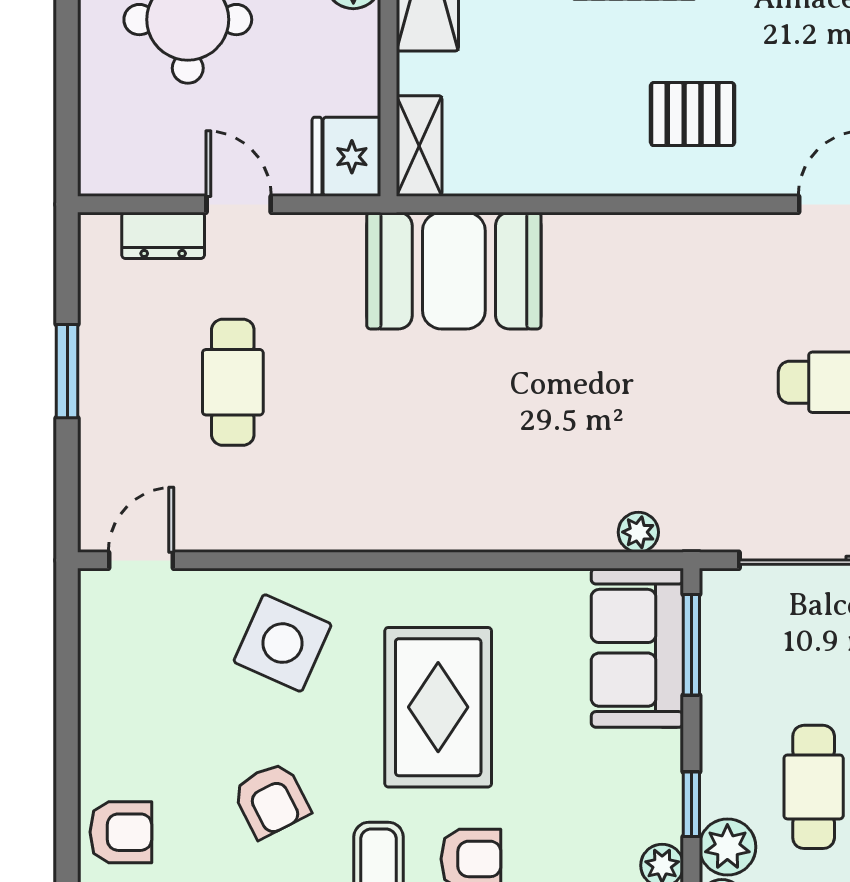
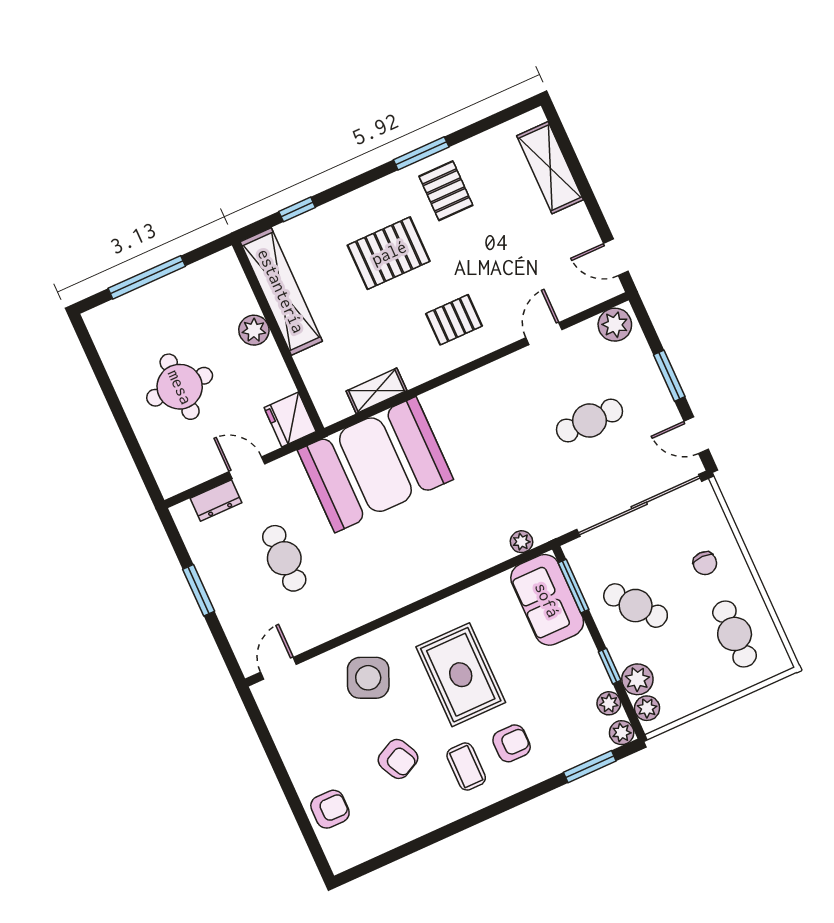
shelving: (419, 146) -> (377, 391), moved, turned 90
booth: (454, 271) -> (375, 465), width x1.36, depth x1.42
cafe table: (814, 787) -> (636, 606), moved, turned -39

